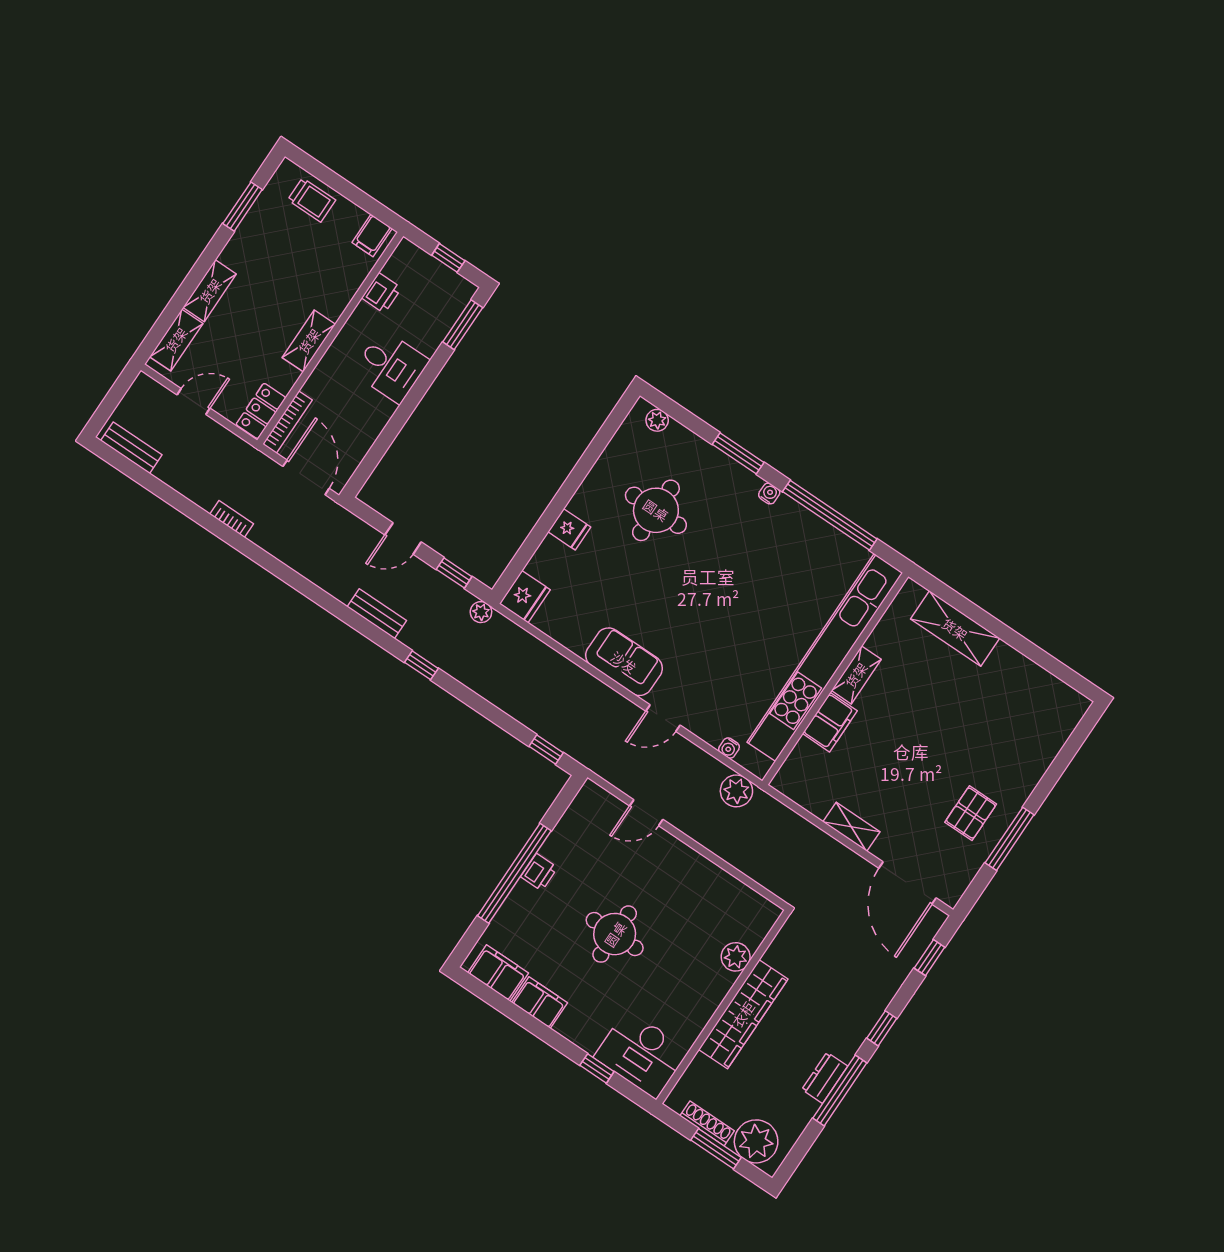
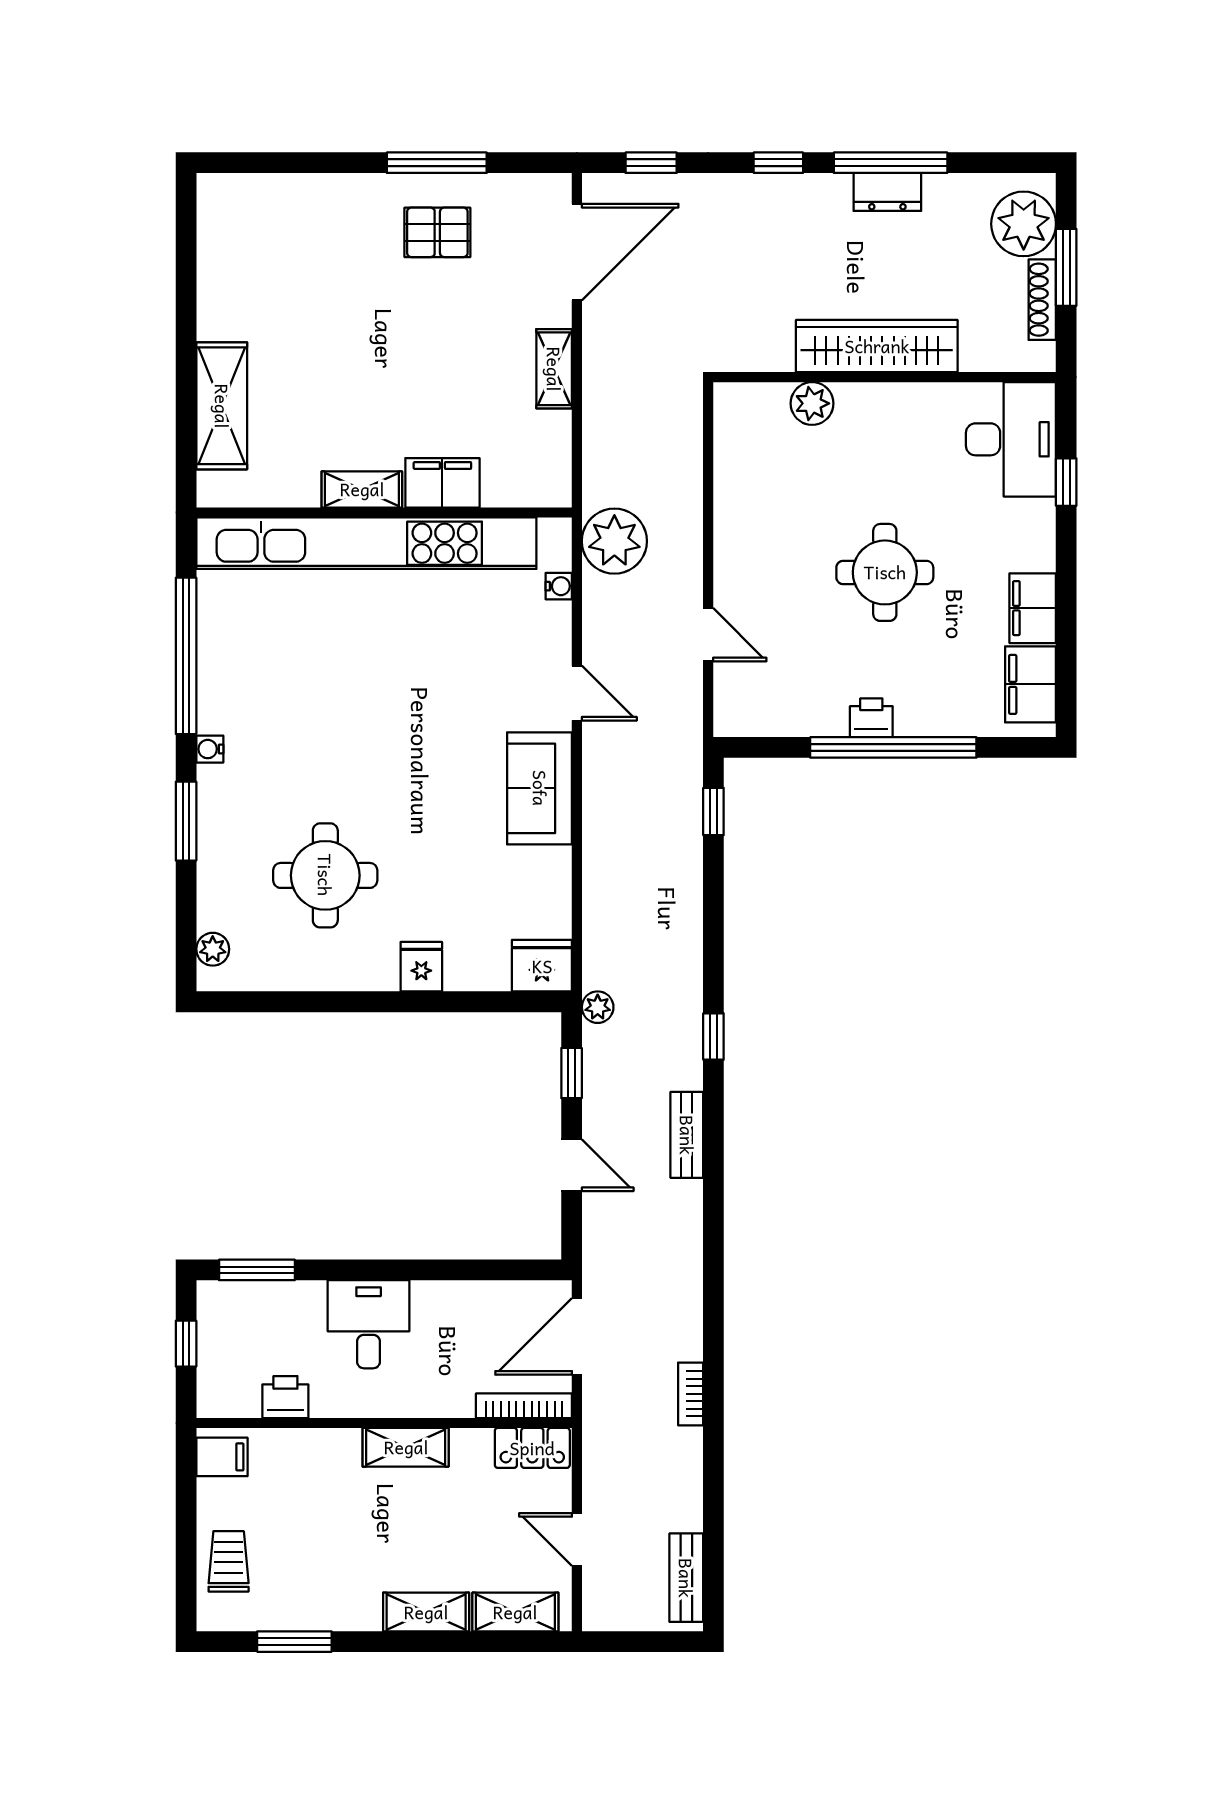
plant: (736, 791) -> (614, 541), width x1.36, depth x1.36

